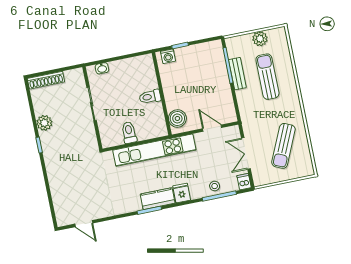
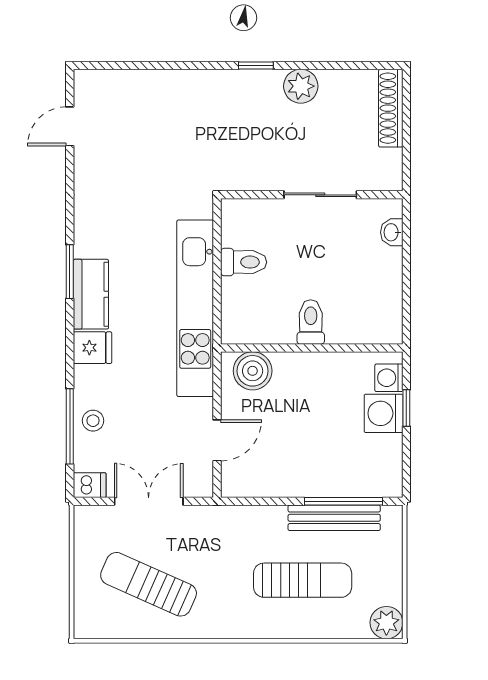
plant: (260, 39) -> (386, 623), moved
washing machine: (185, 55) -> (384, 413), added
bench: (237, 74) -> (334, 518), width x1.36

